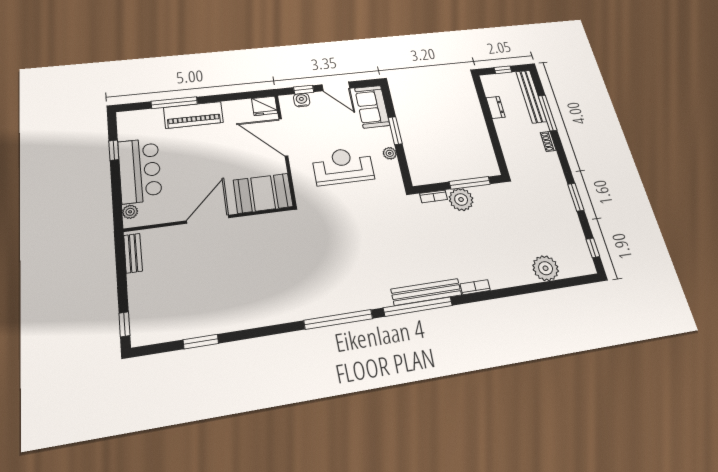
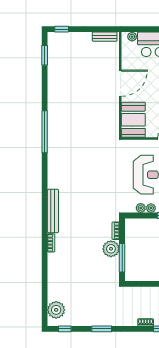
plant: (393, 167) -> (141, 208), added
door: (208, 219) -> (120, 83), hinge flipped
plant: (546, 268) -> (56, 310), moved
window: (418, 307) -> (45, 204), removed
window: (338, 319) -> (45, 132), moved
window: (201, 342) -> (45, 55), moved

